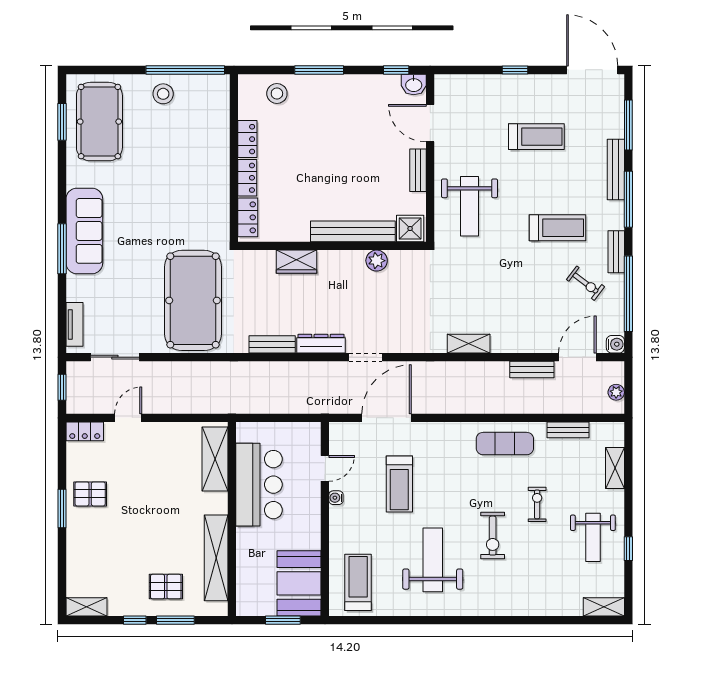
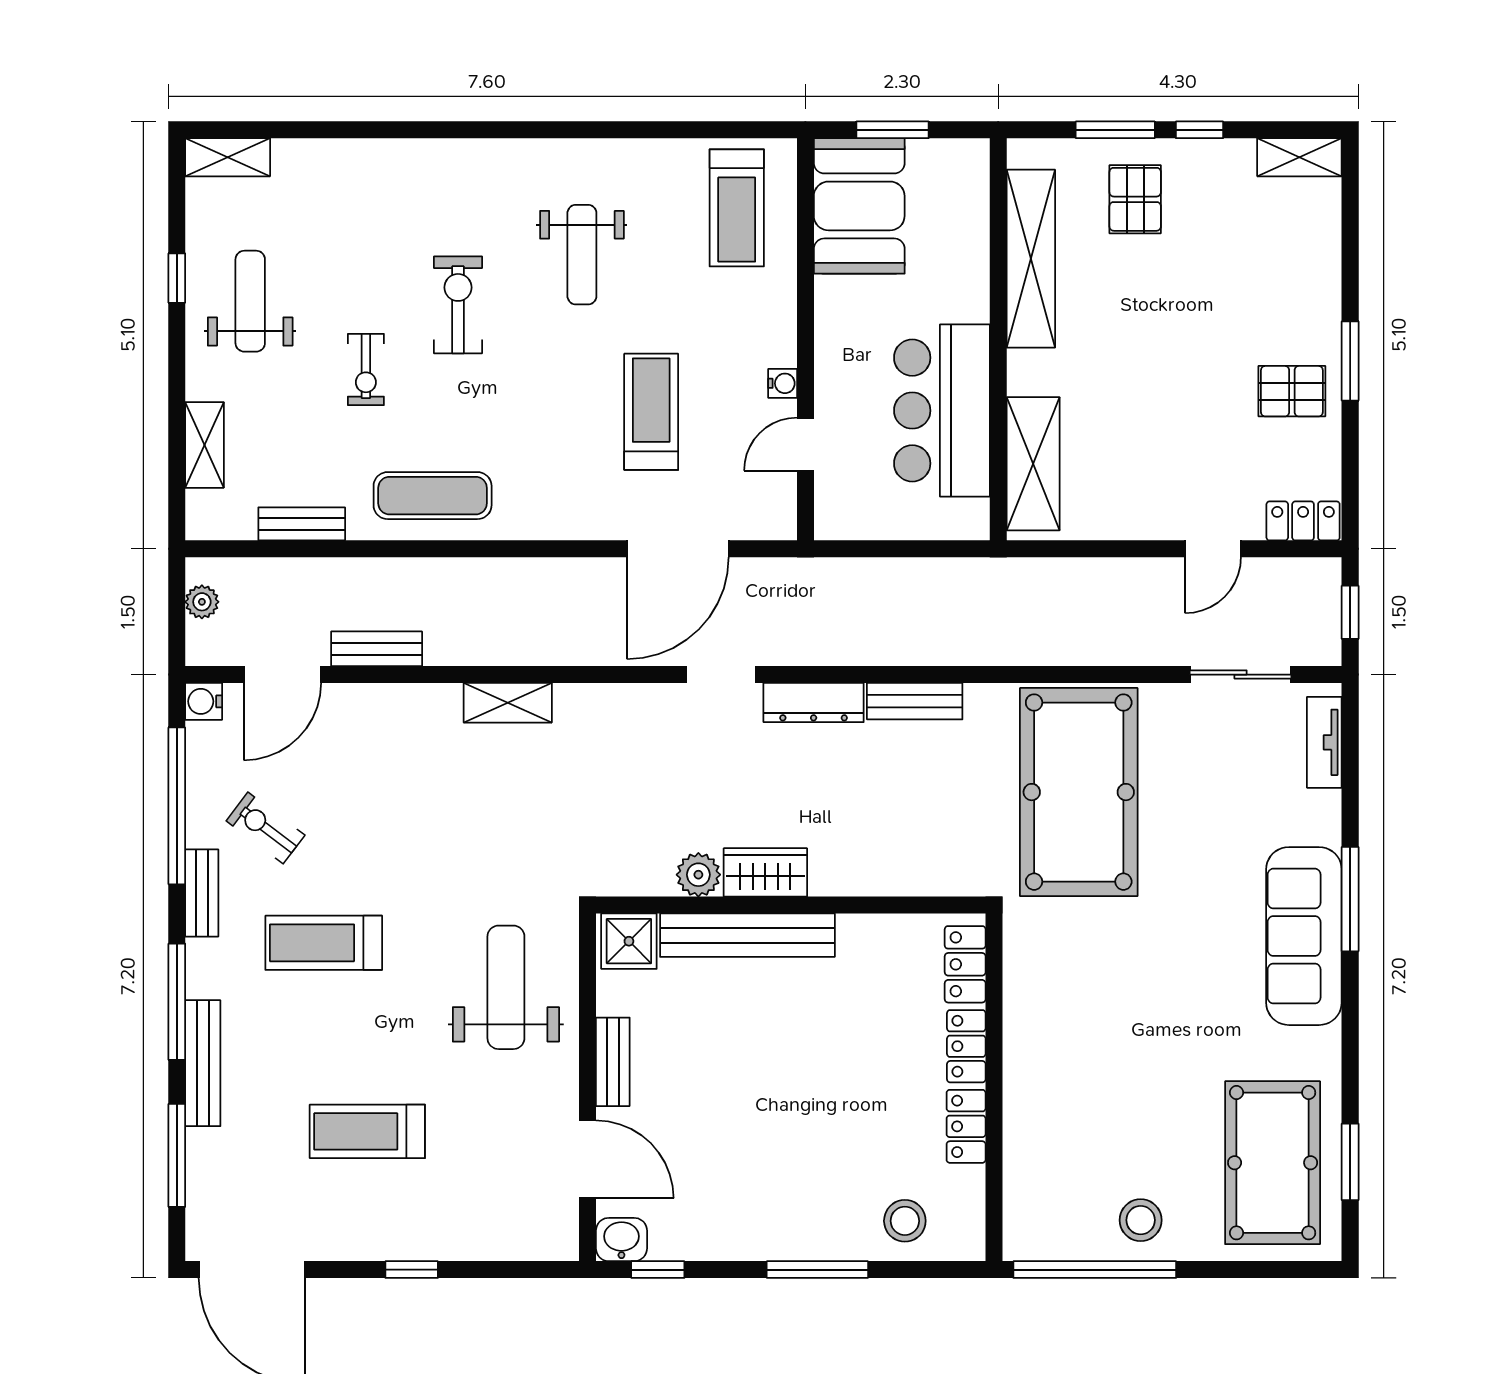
wardrobe: (297, 262) -> (765, 872), moved
weight bench: (433, 560) -> (582, 255), width x0.73, depth x0.75
pallet: (166, 587) -> (1135, 199), turned 90

